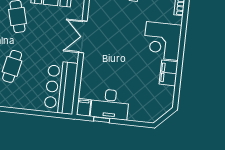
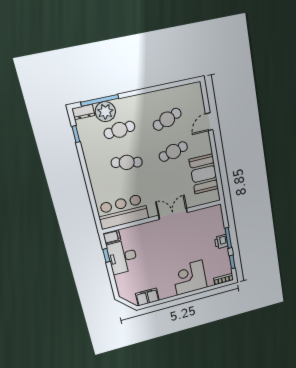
filing cabinet: (169, 73) -> (147, 297), moved

